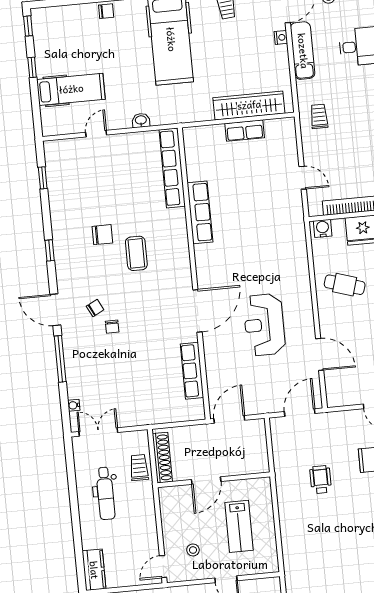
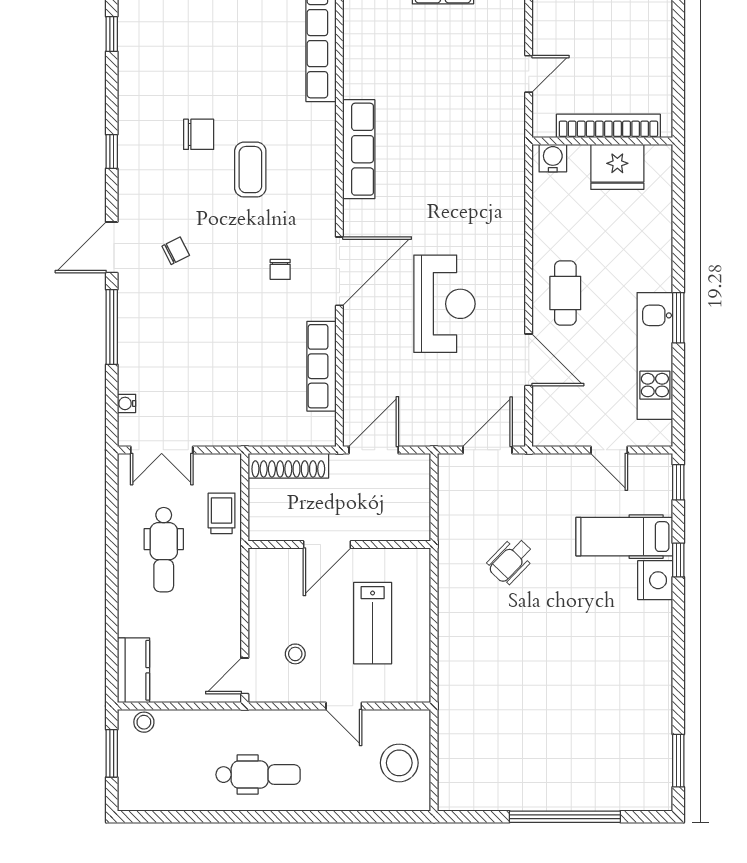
door: (303, 178) -> (529, 74), hinge flipped
row of seats: (200, 212) -> (359, 149), moved
cafe table: (345, 285) -> (565, 293), moved, turned 73
door: (55, 310) -> (112, 247), hinge flipped
reception desk: (264, 325) -> (444, 304), turned 180
chair: (112, 327) -> (280, 269), moved
double door: (98, 432) -> (162, 450), swing flipped
shoe rack: (162, 458) -> (288, 466), moved, turned 90
wheelchair: (321, 480) -> (511, 561), turned -136

